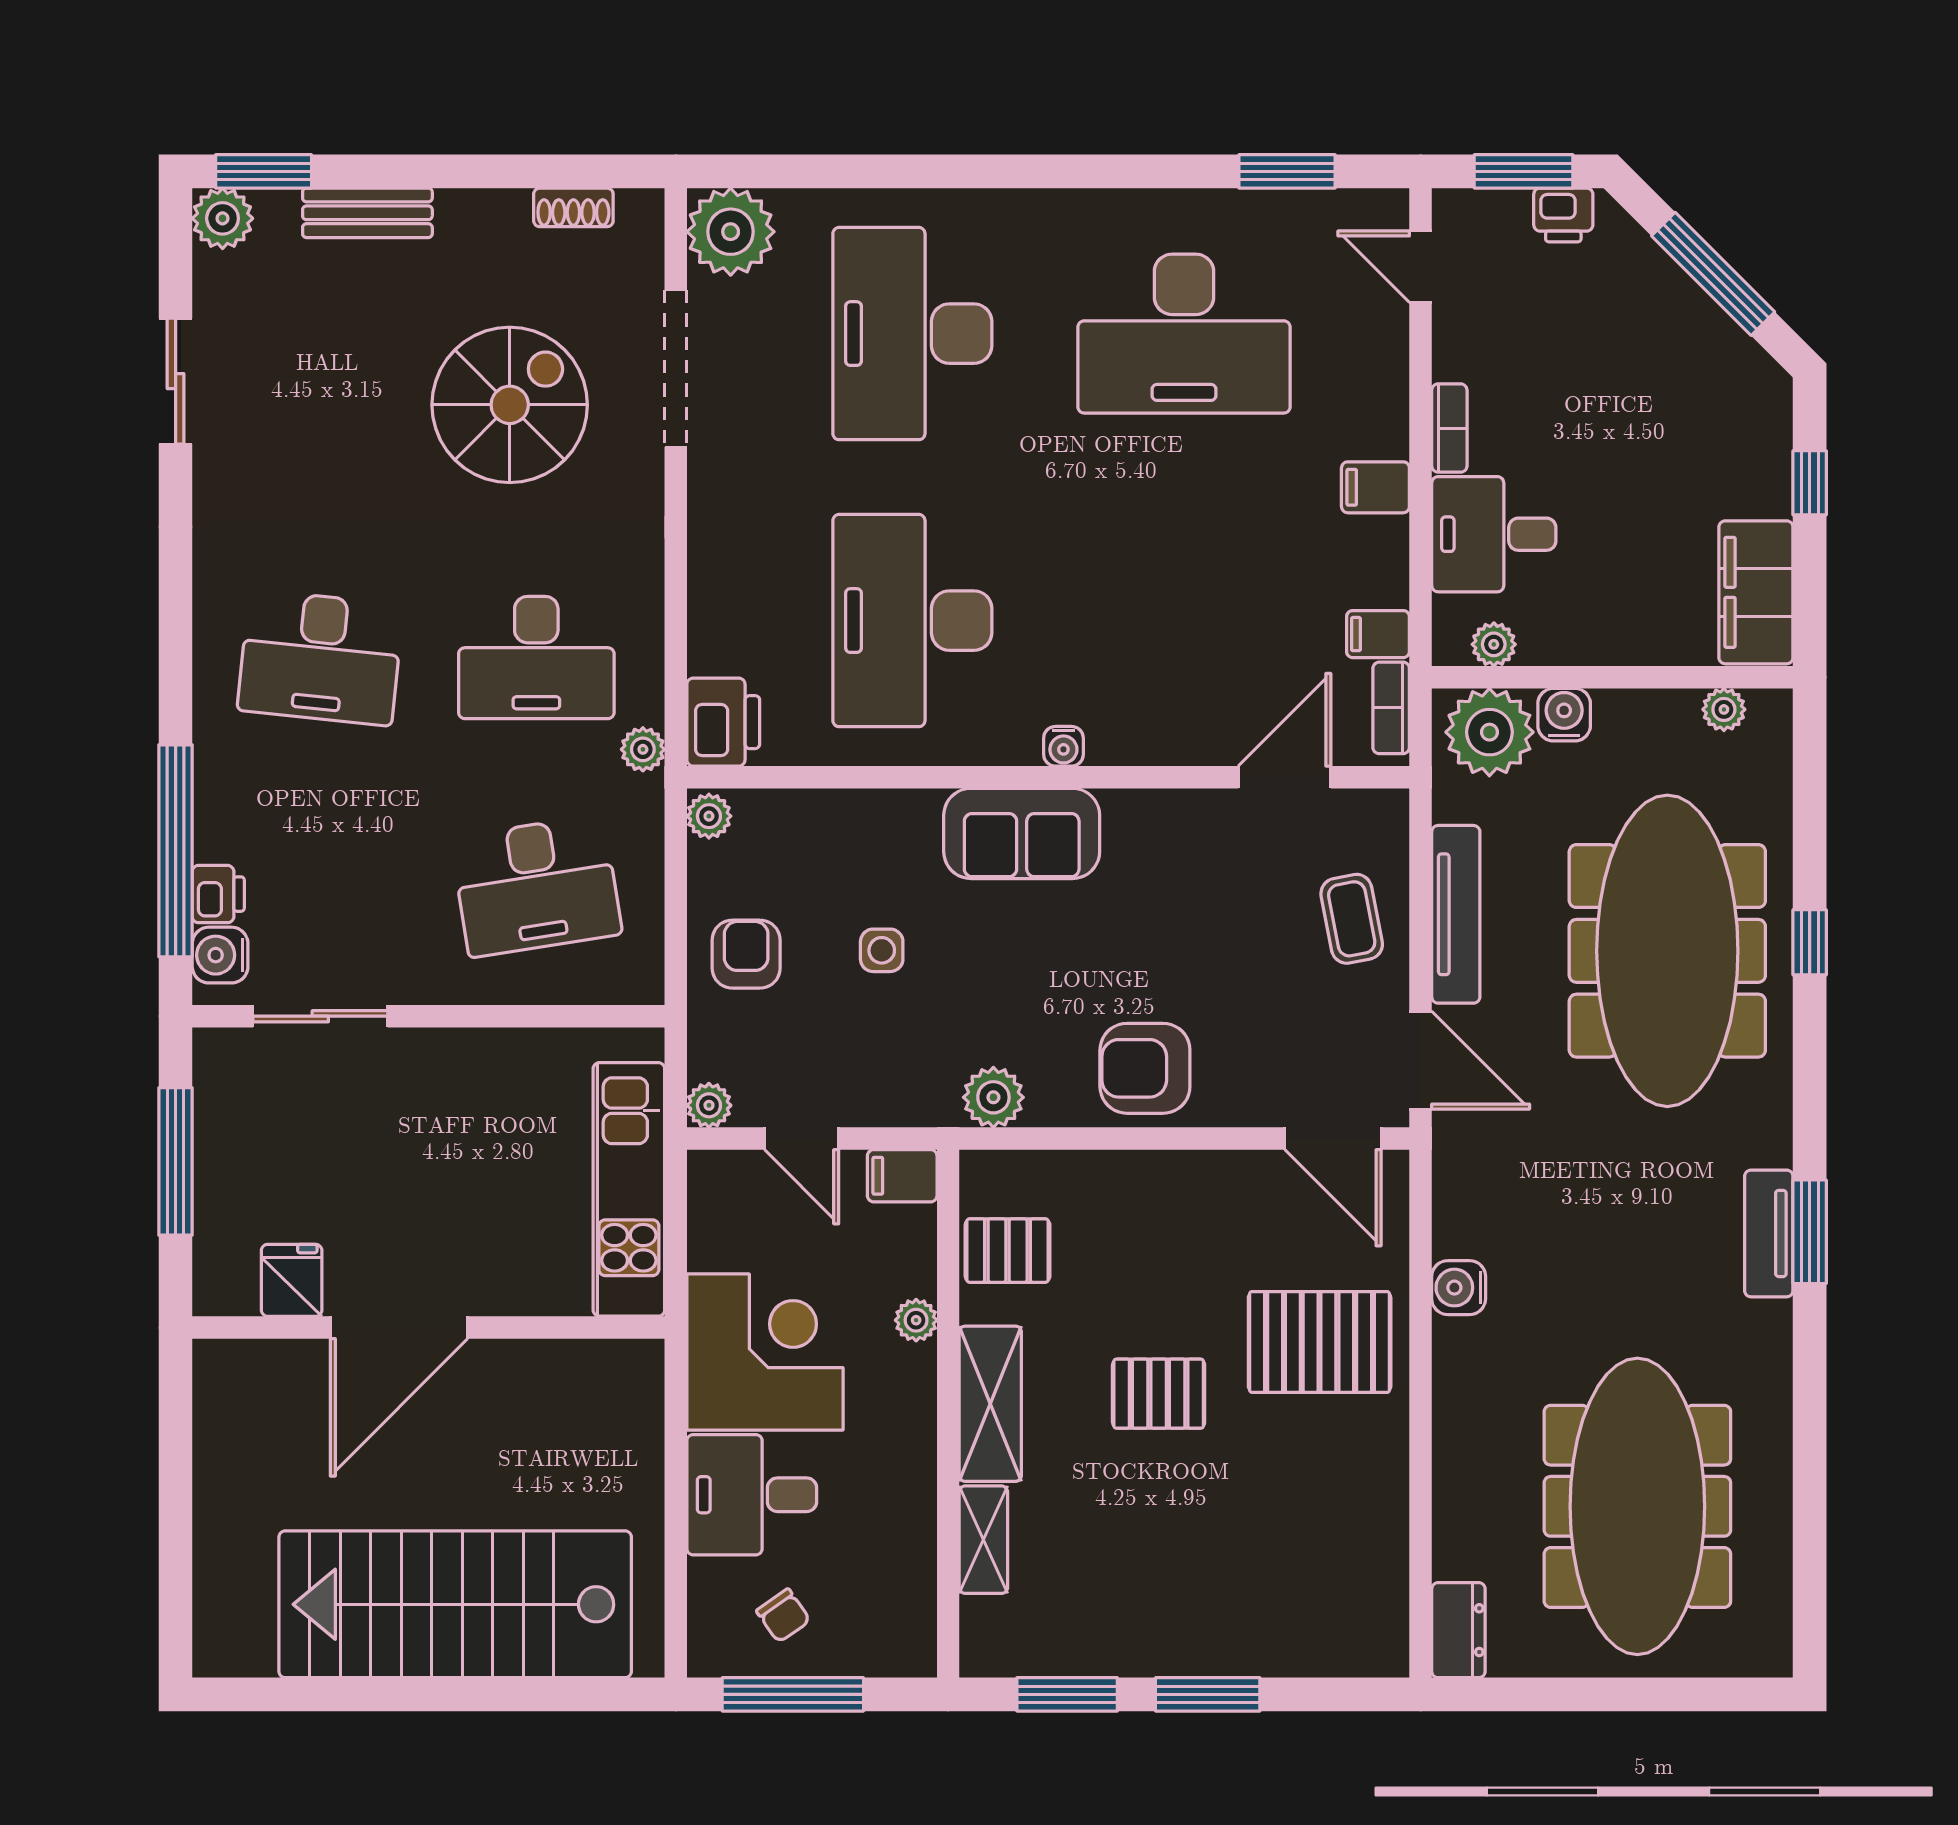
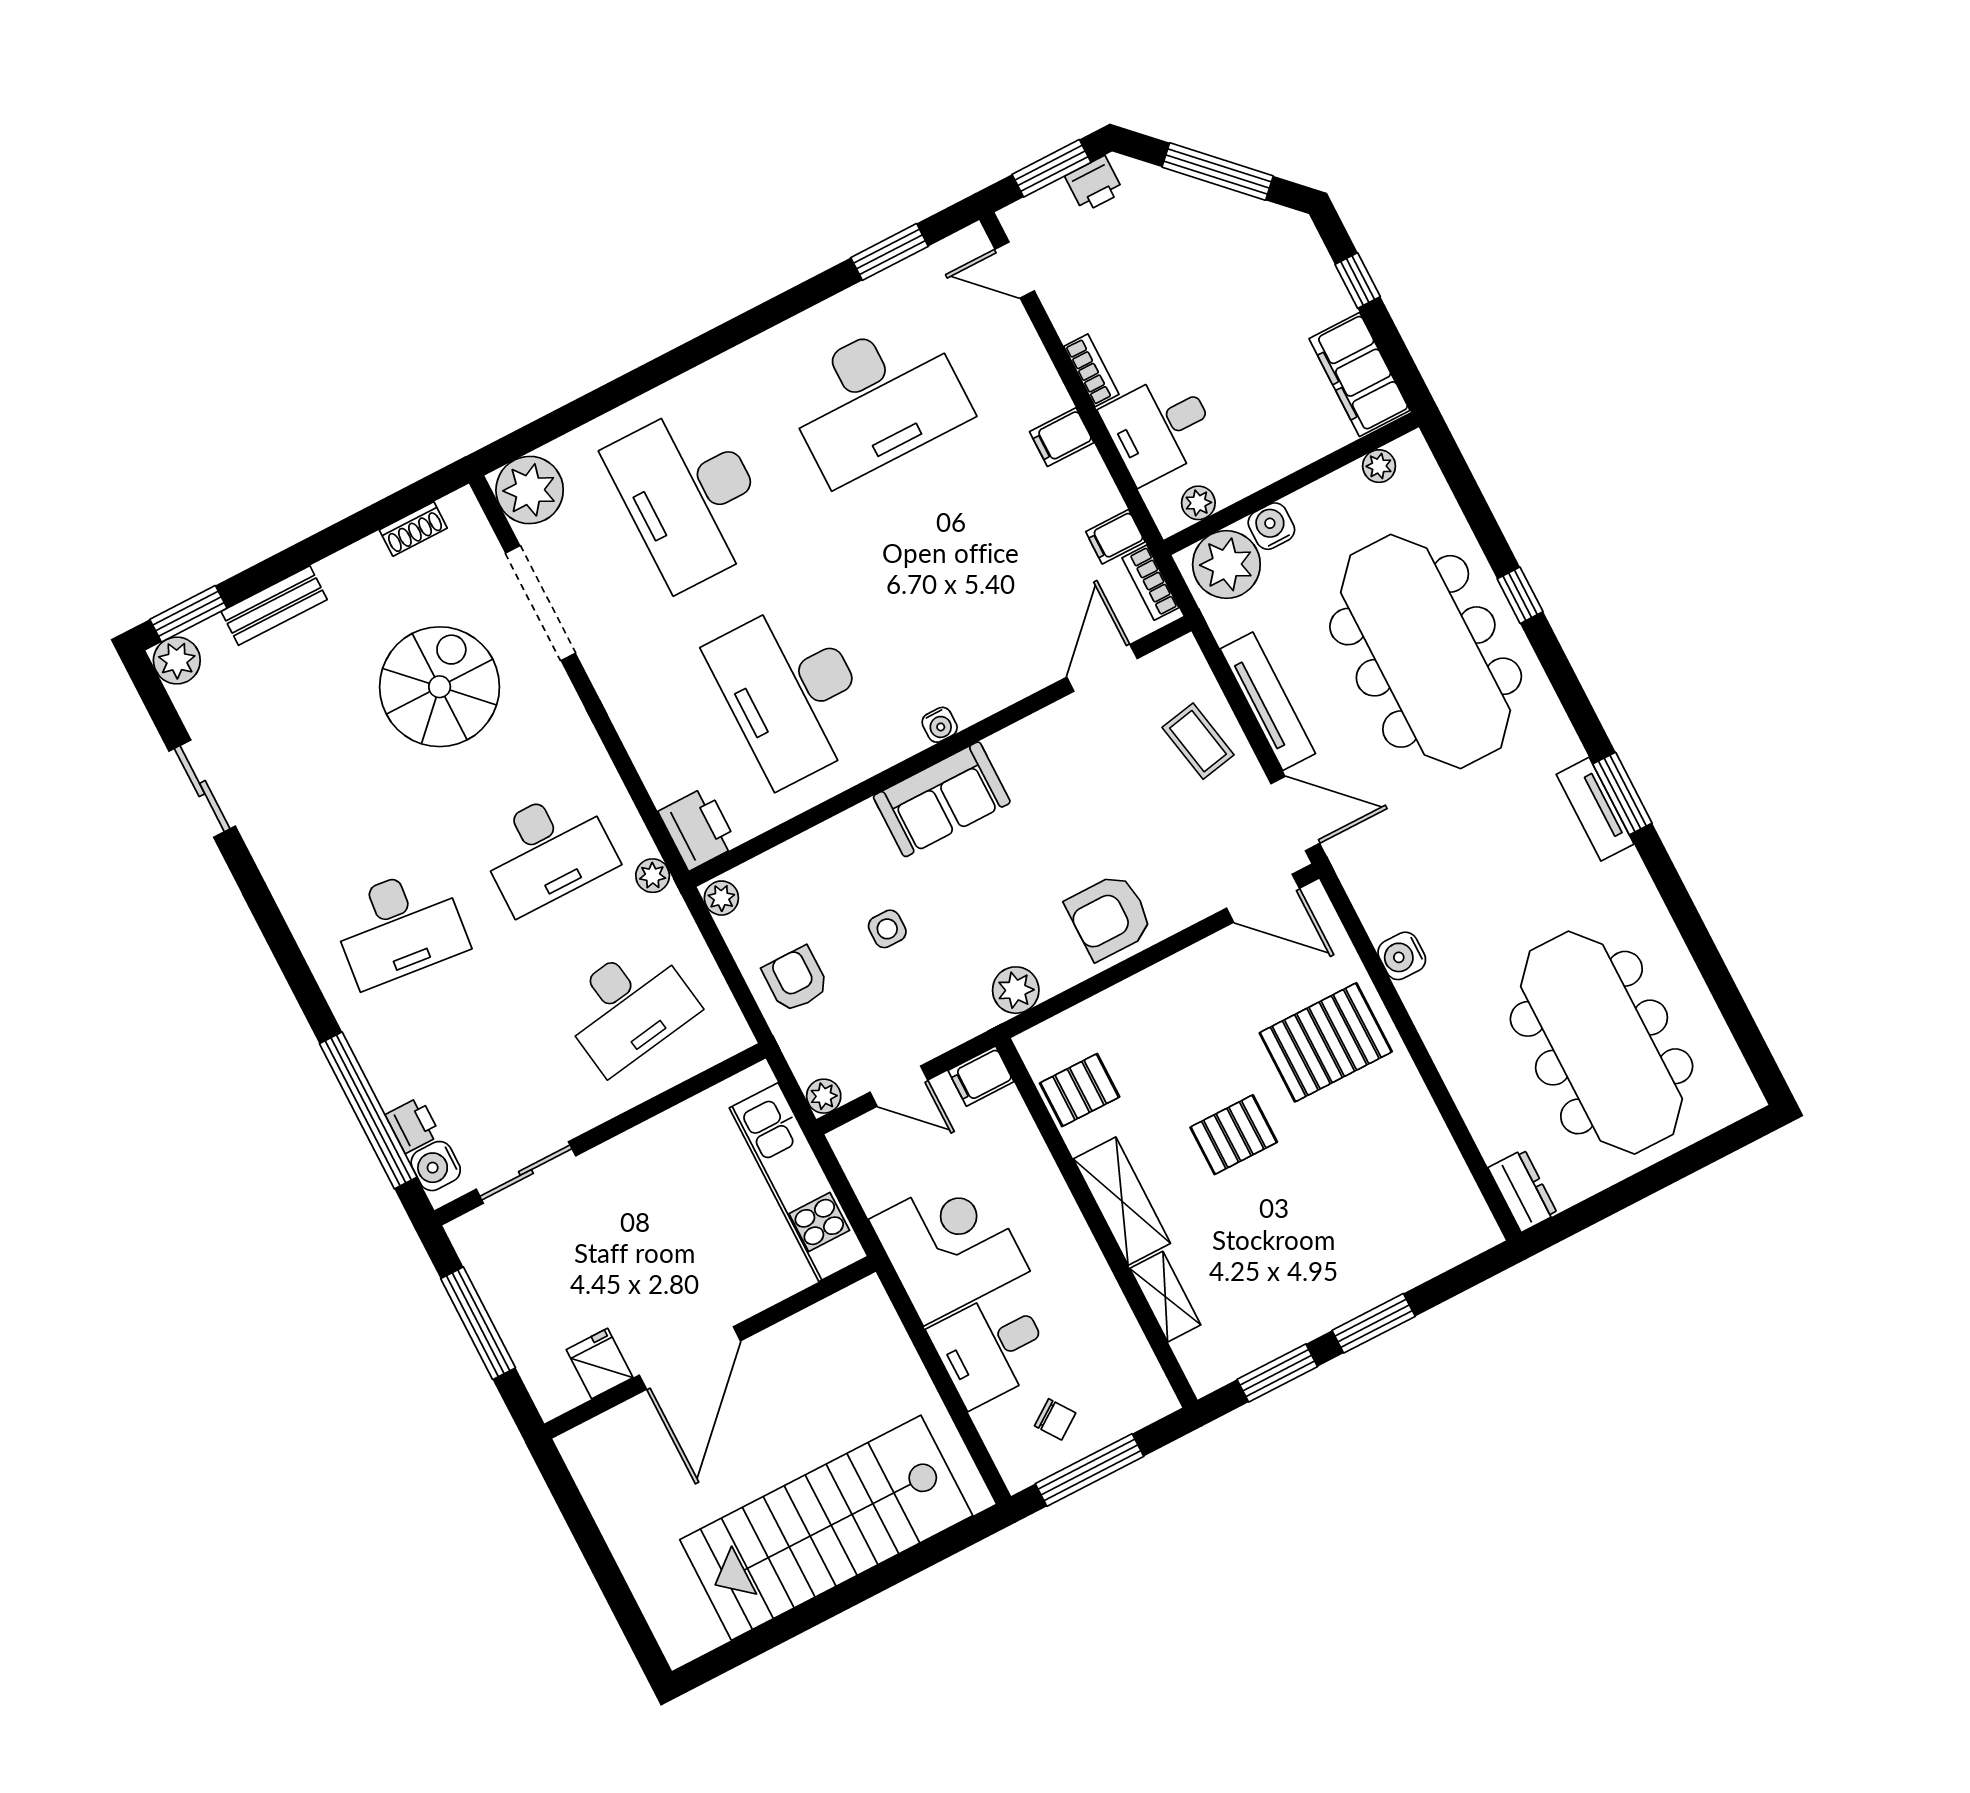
plant: (916, 1320) -> (1042, 1170), removed

